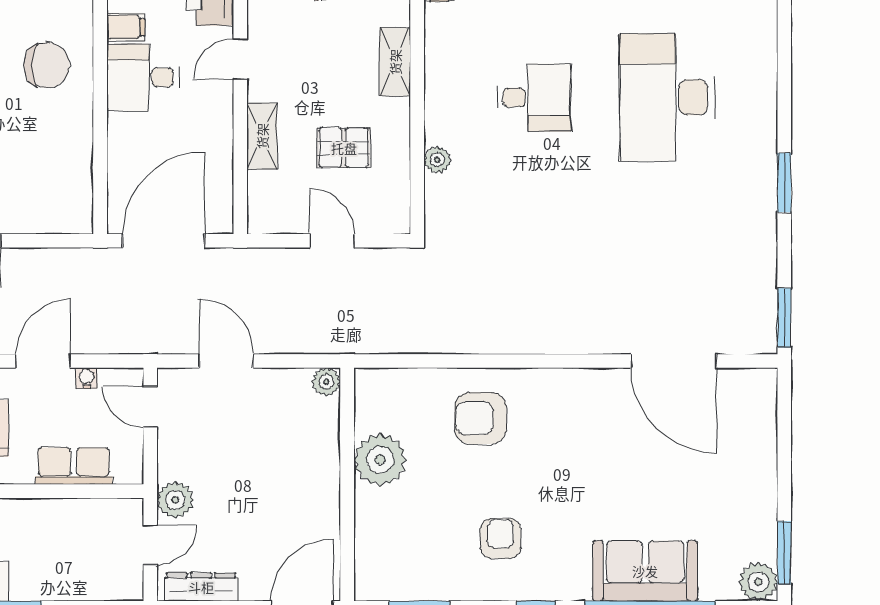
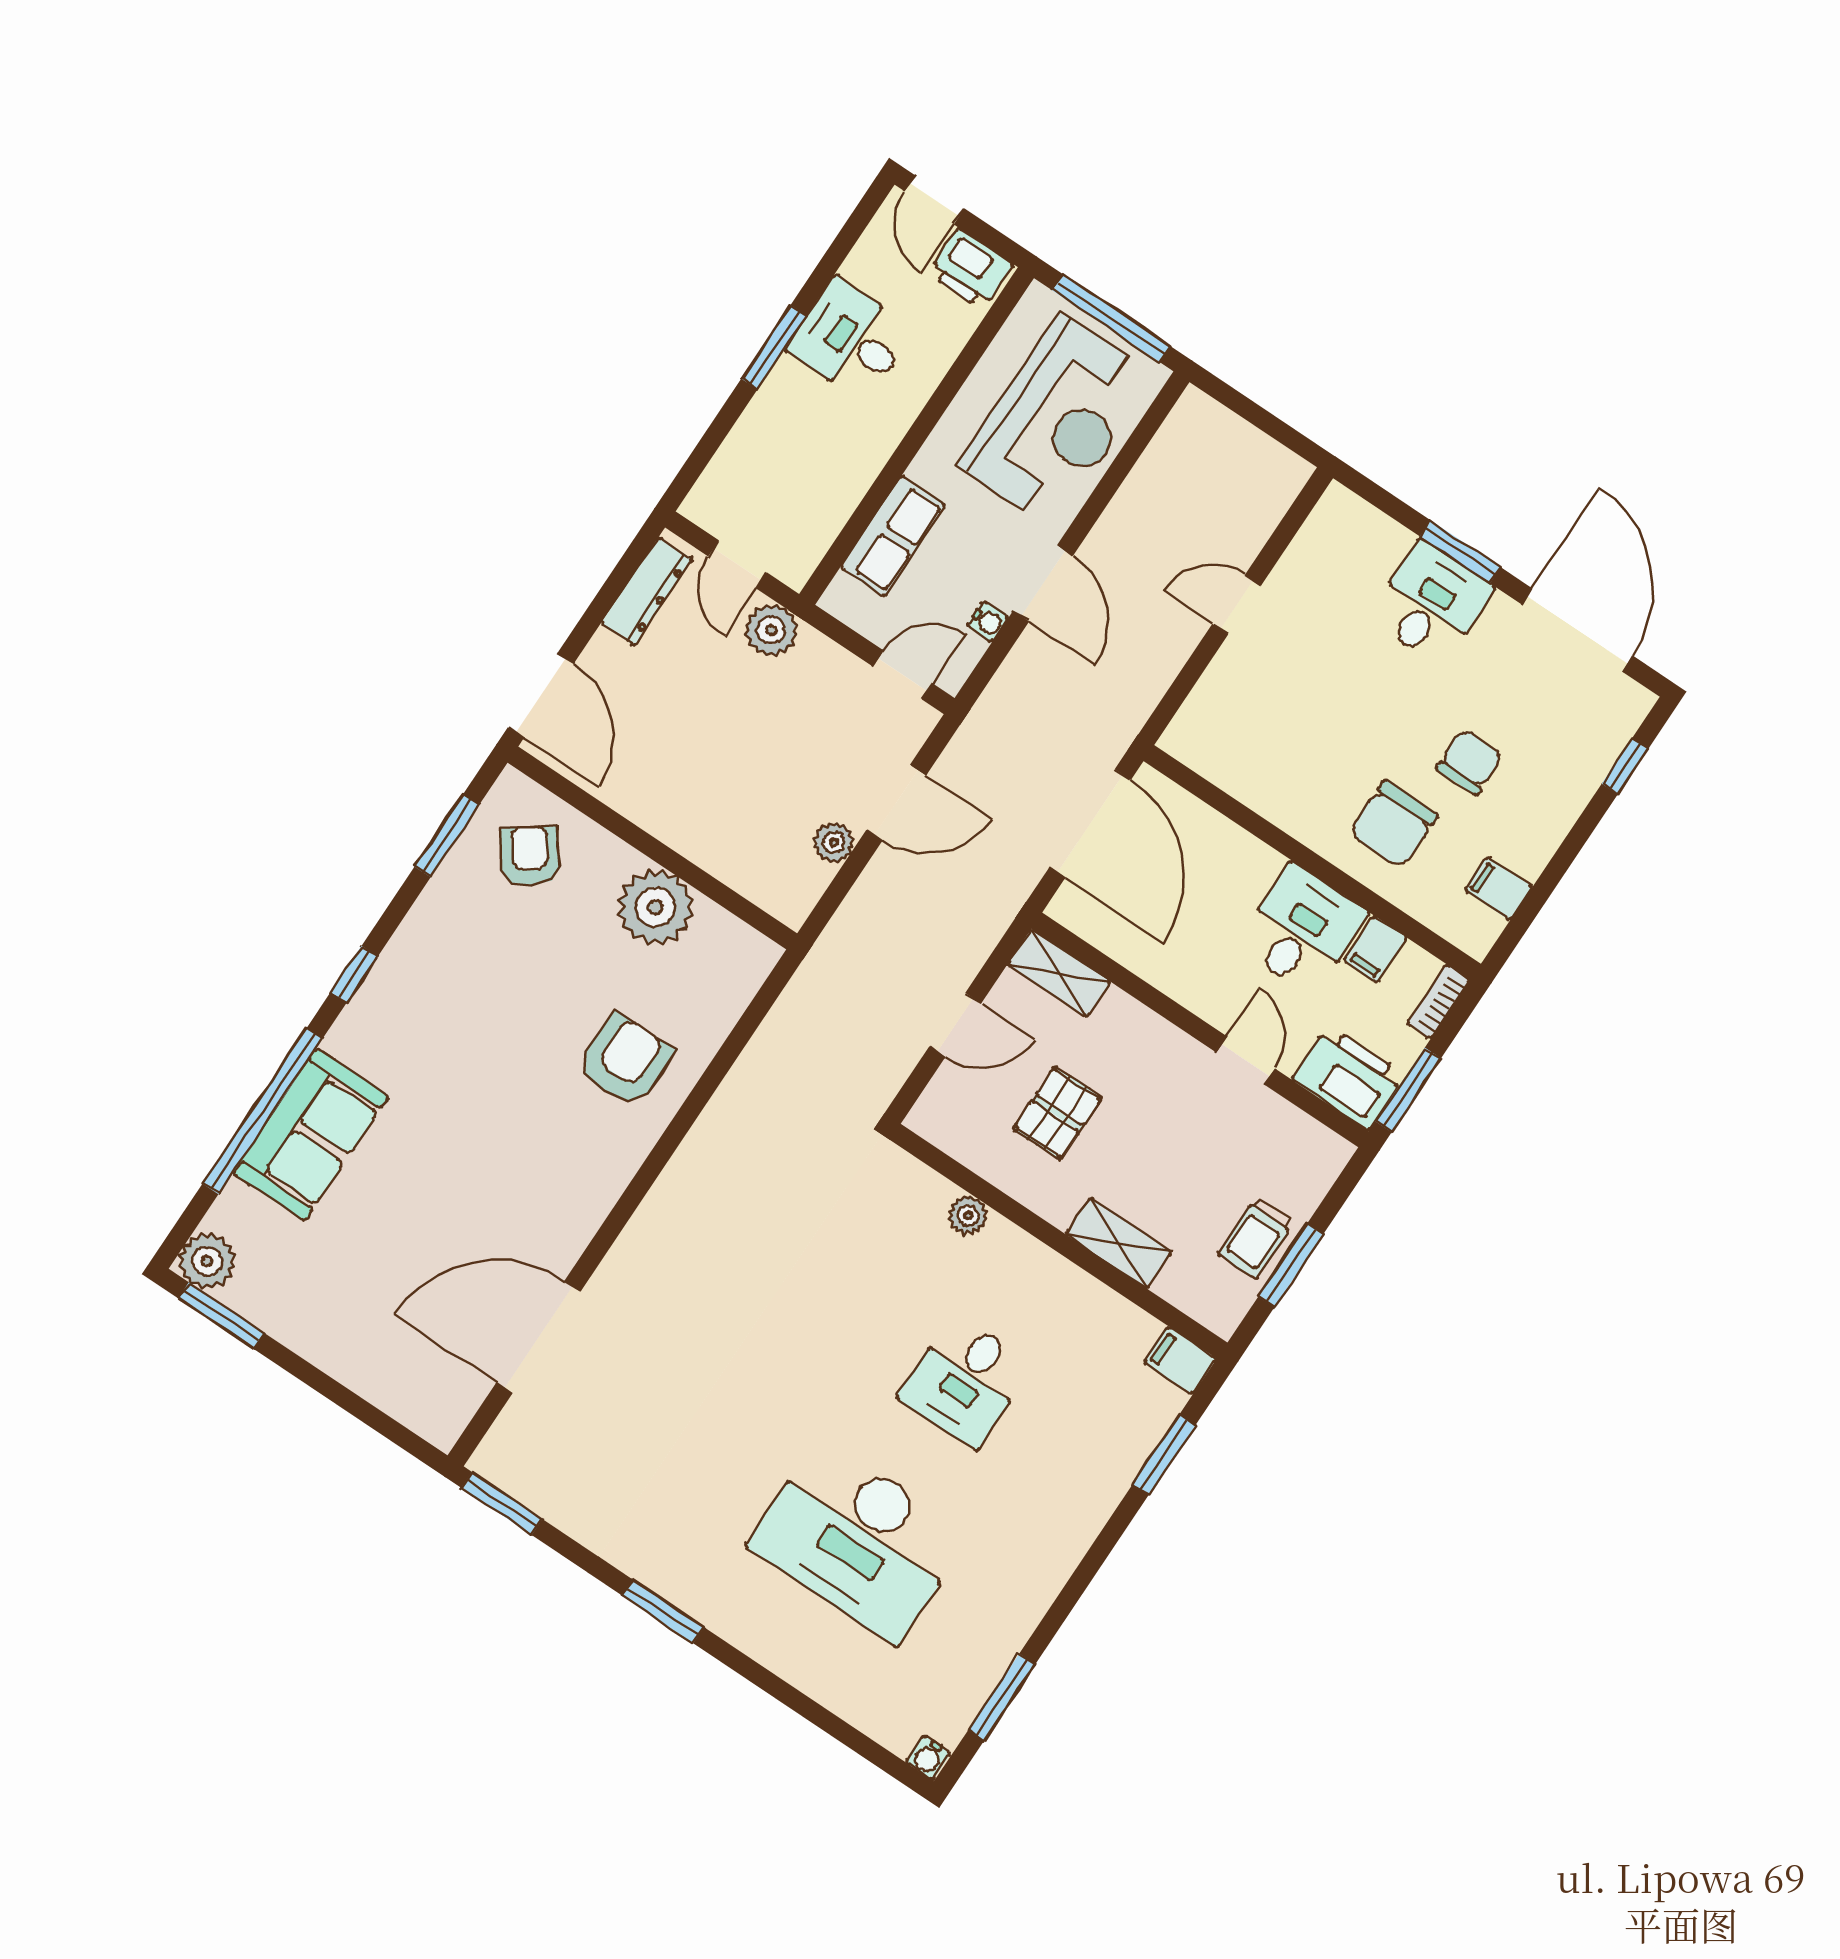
desk: (667, 97) -> (859, 1540), turned 180
shelving: (262, 136) -> (1059, 973), moved
plant: (326, 382) -> (834, 842), moved
armchair: (500, 538) -> (530, 856), moved, turned -127

